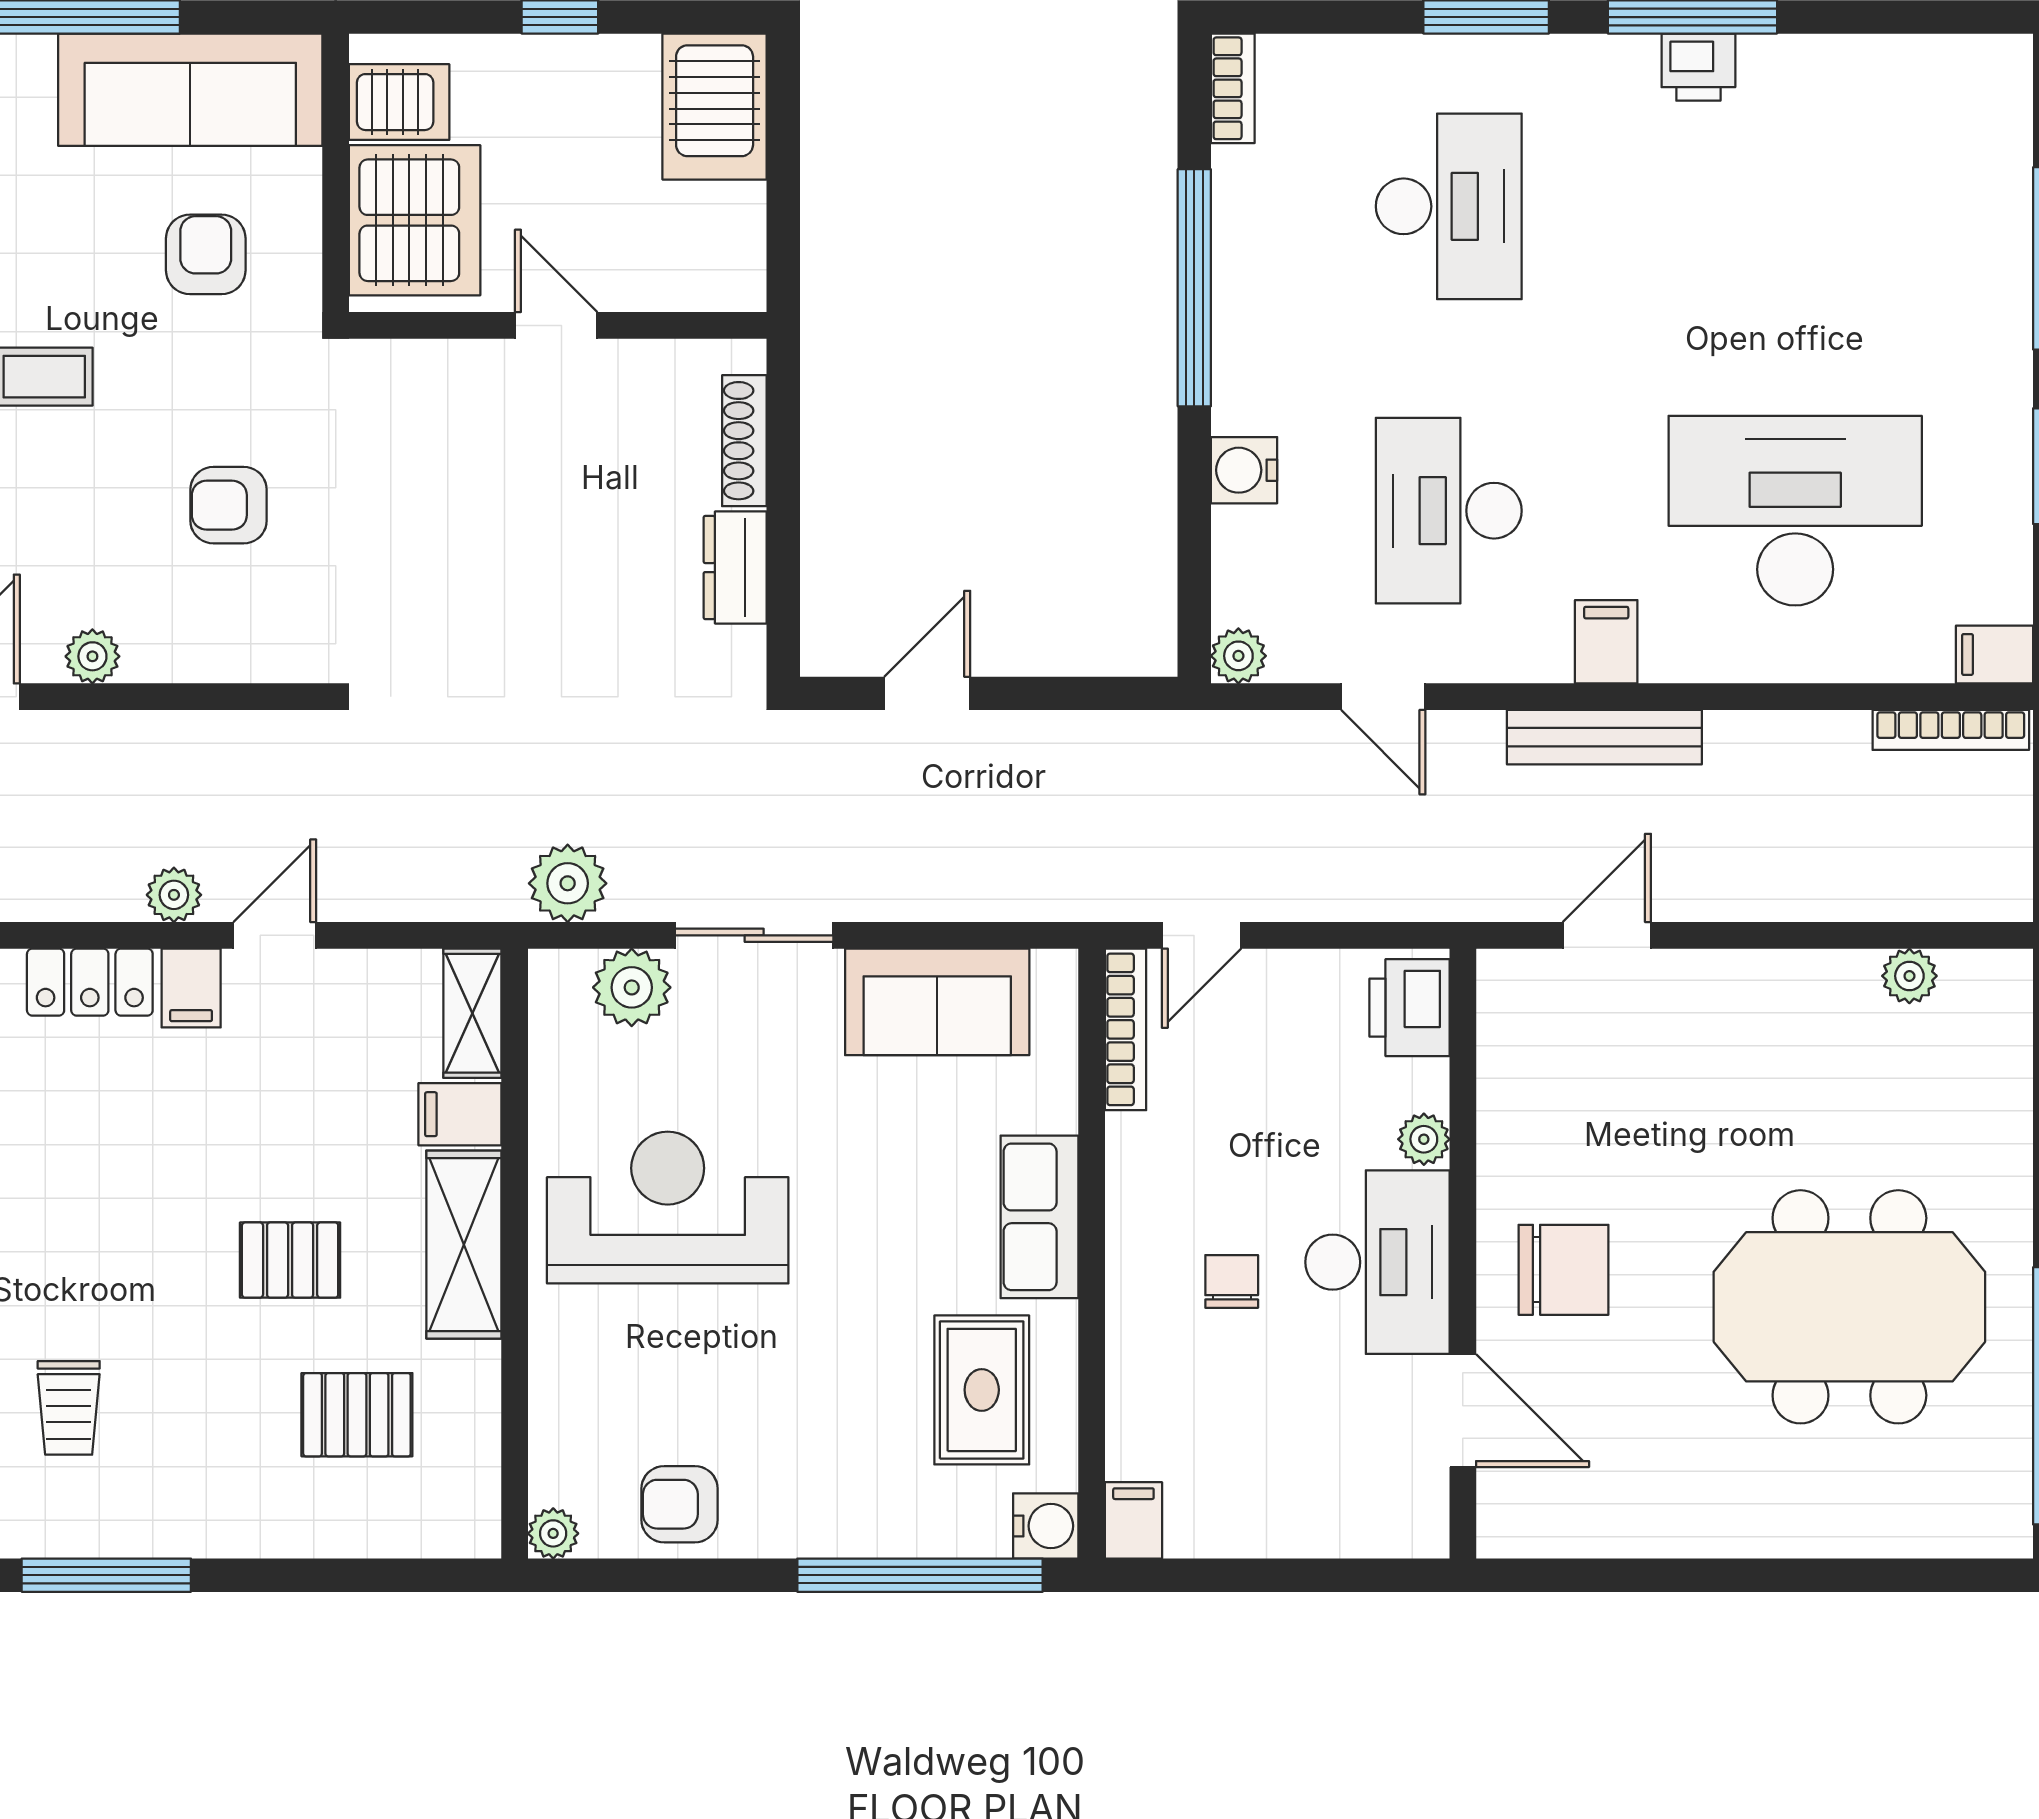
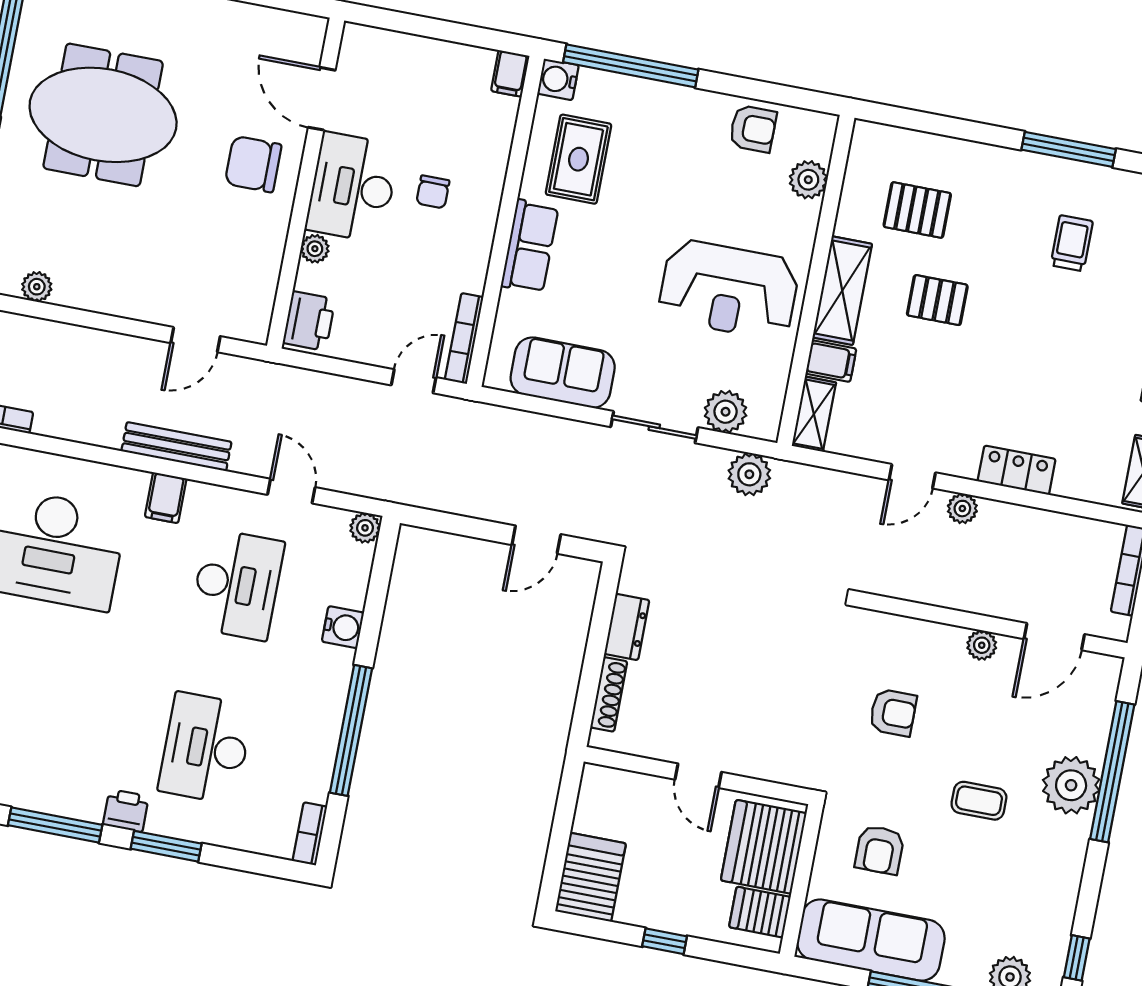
printer: (1698, 67) -> (126, 811), moved
filing cabinet: (191, 988) -> (963, 457), removed
plant: (553, 1533) -> (808, 180), moved, width x1.38, depth x1.38

